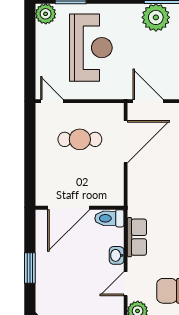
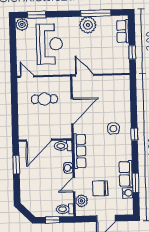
door: (126, 142) -> (72, 111), moved
row of seats: (137, 237) -> (80, 151), width x1.48
window: (30, 268) -> (16, 165), moved

